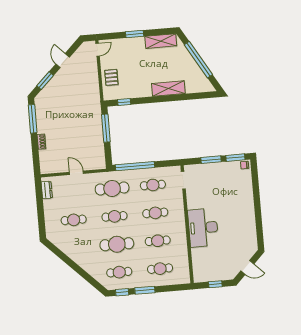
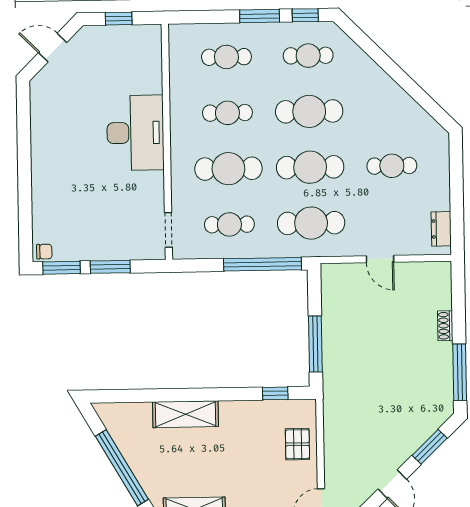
cafe table: (155, 213) -> (228, 169), width x1.37, depth x1.35
cafe table: (114, 216) -> (310, 167), width x1.37, depth x1.35

